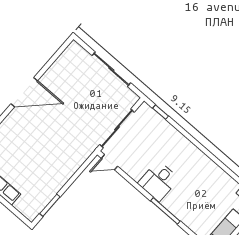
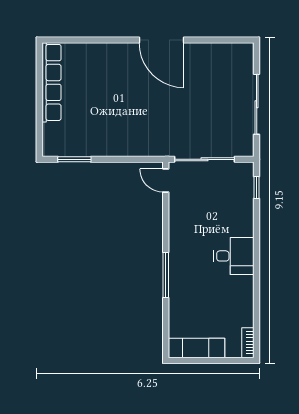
desk: (158, 181) -> (234, 256), moved, turned 180

